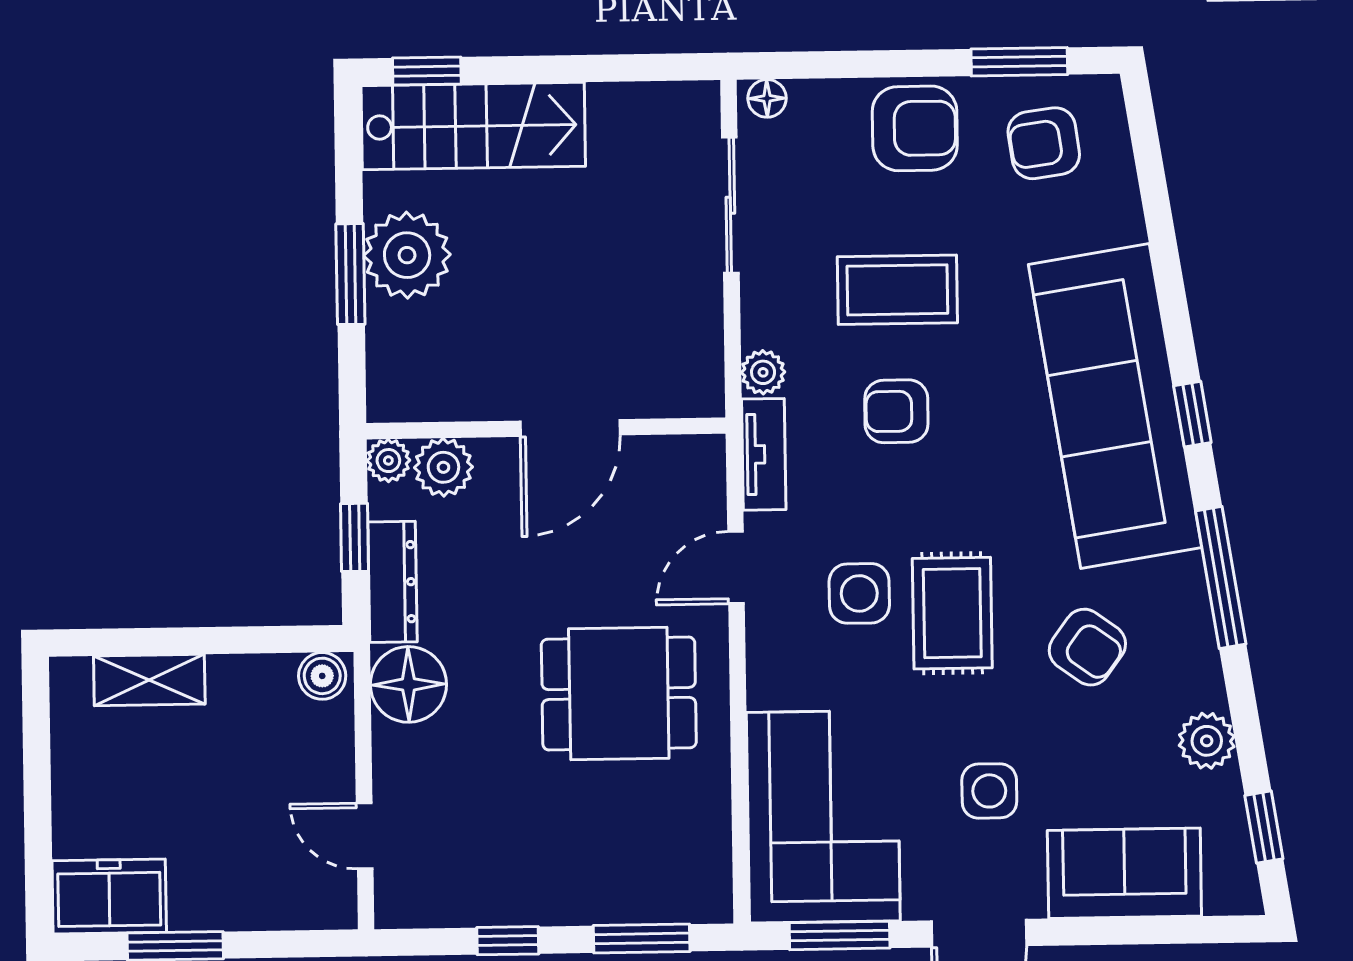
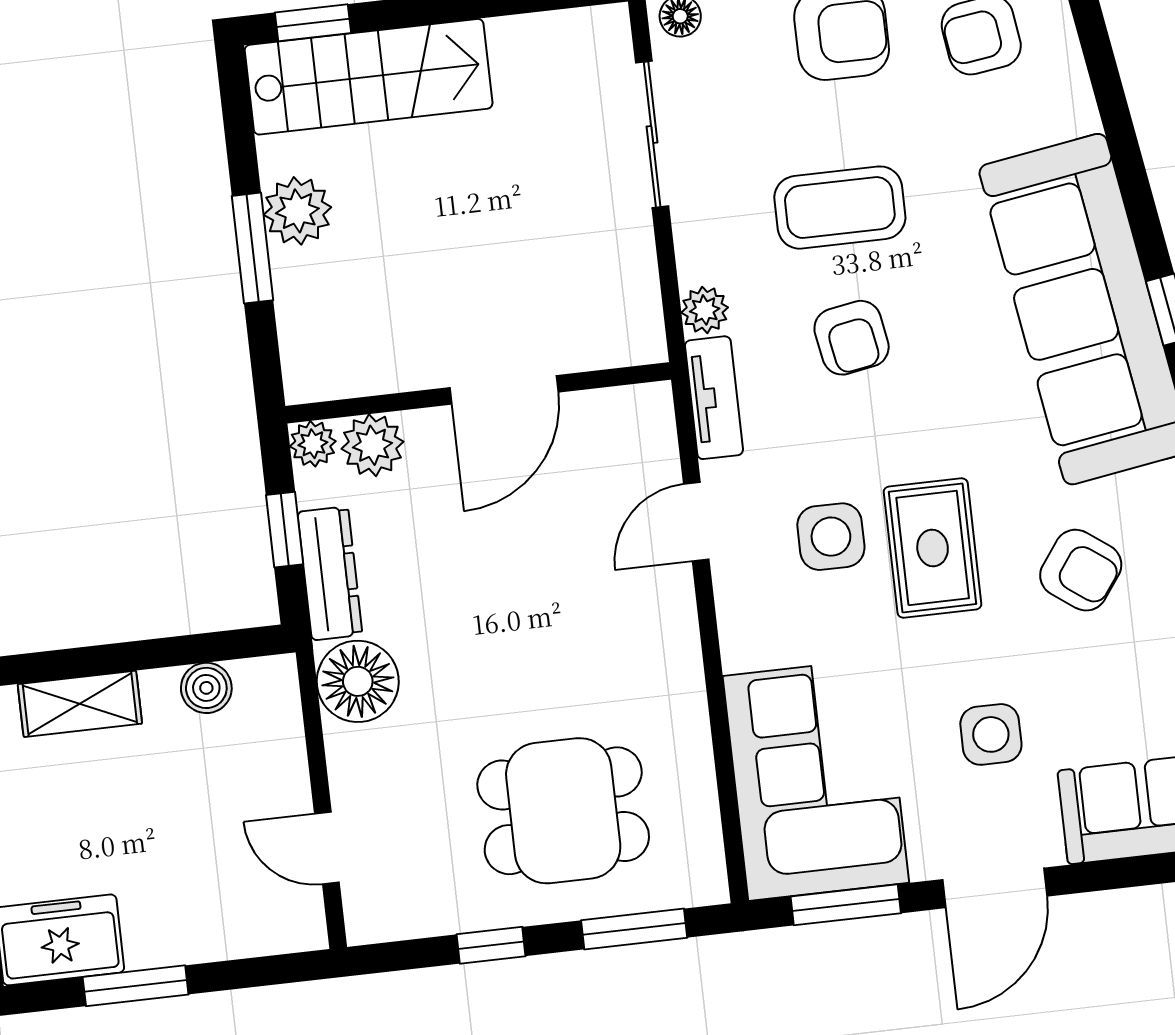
plant: (407, 255) -> (297, 211), width x0.73, depth x0.73
armchair: (896, 411) -> (852, 338), turned -100
boiler: (322, 676) -> (206, 688), moved
dining table: (619, 694) -> (563, 811), moved

